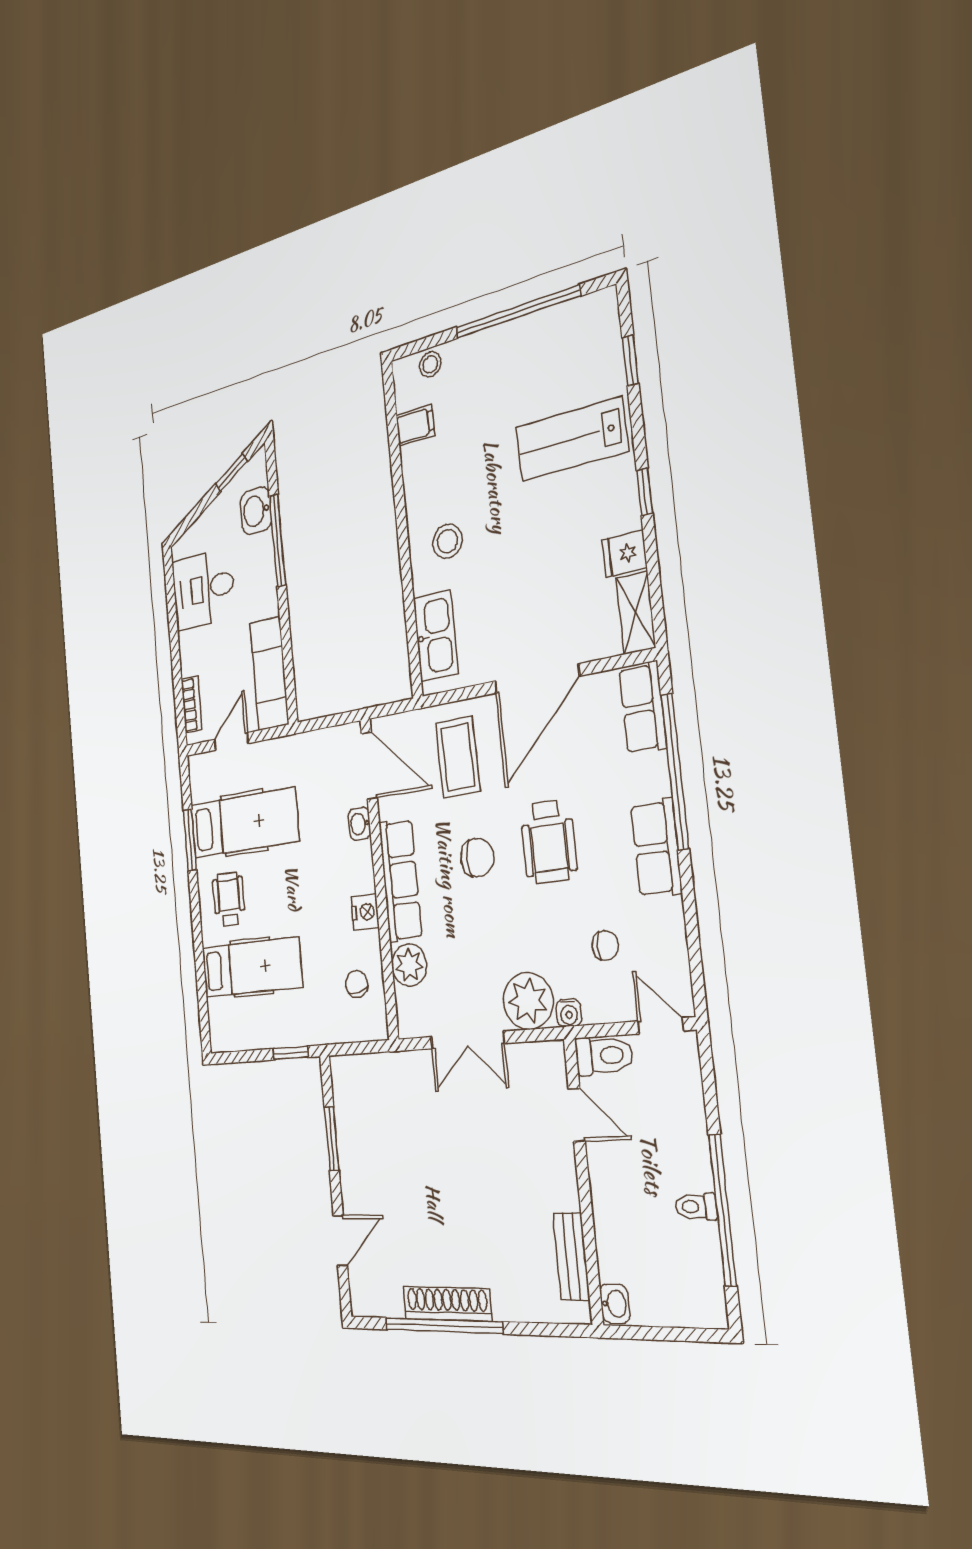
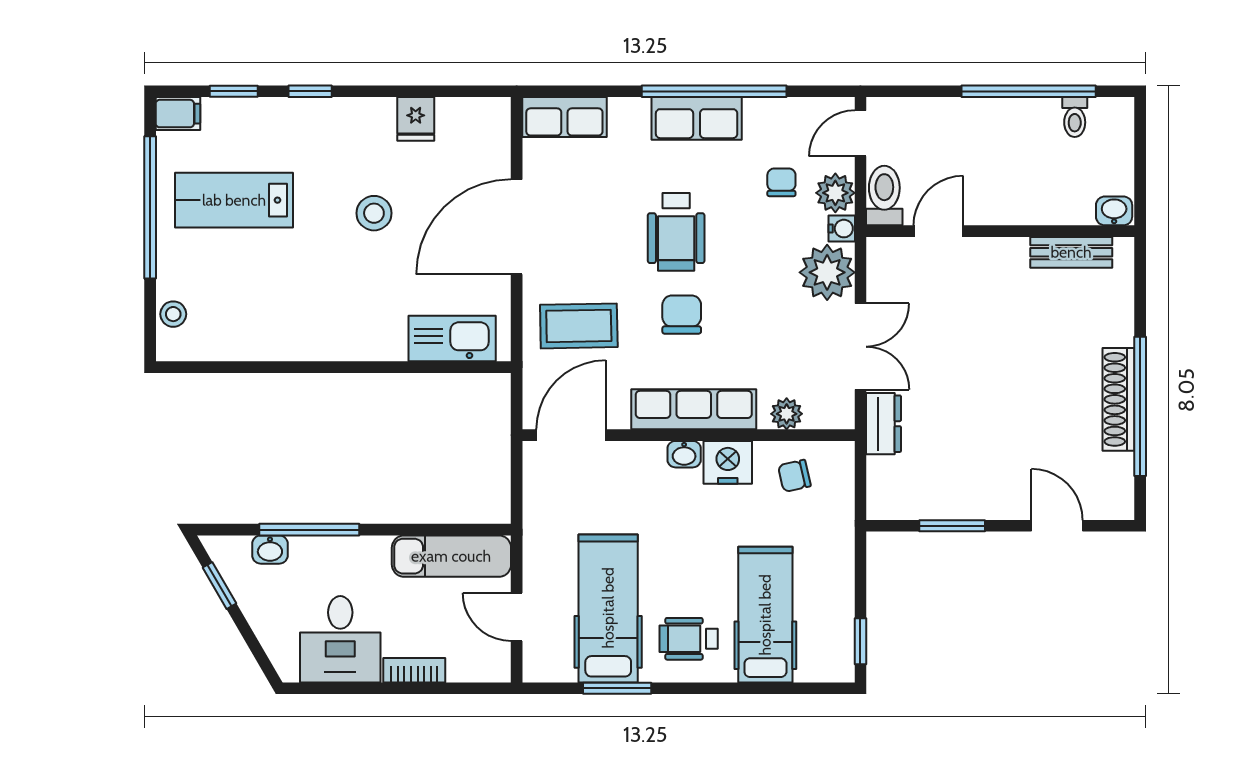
filing cabinet: (415, 425) -> (178, 114), moved, turned 90
lab bench: (571, 439) -> (234, 200), moved, turned 90
window: (645, 492) -> (310, 91), moved
washbasin: (256, 511) -> (270, 550), width x0.72, depth x0.69
stool: (447, 541) -> (374, 213), moved
shelving: (636, 613) -> (474, 114), removed
door: (537, 679) -> (517, 227), swing flipped
bookcase: (192, 704) -> (414, 670), moved
window: (675, 771) -> (714, 91), moved
washbasin: (359, 824) -> (684, 454), moved
wheelchair: (549, 841) -> (676, 232), turned 90
nightstand: (365, 912) -> (728, 462), width x1.36, depth x1.33
plant: (409, 965) -> (787, 414), width x0.73, depth x0.73
plant: (601, 1003) -> (835, 193), added
window: (291, 1053) -> (860, 641), moved
dresser: (406, 1067) -> (883, 424), added
toilet: (696, 1207) -> (1075, 117), moved

